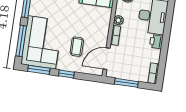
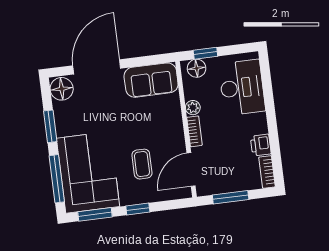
printer: (156, 42) -> (261, 145), moved

